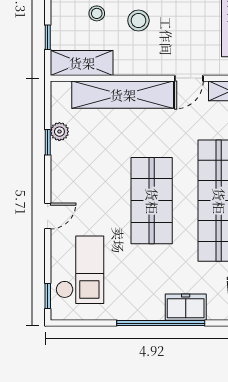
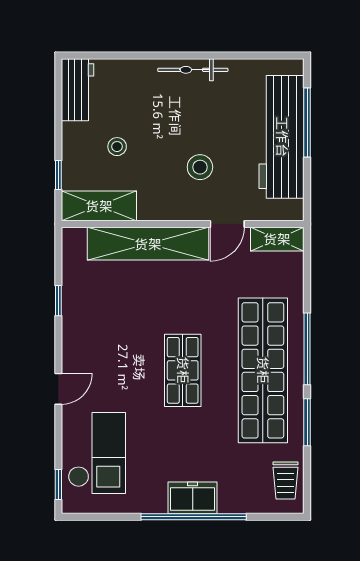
stool: (138, 20) -> (200, 167), moved
plant: (59, 132) -> (73, 288), removed
shop shelf: (152, 201) -> (183, 370), width x0.70, depth x0.74
freezer: (186, 307) -> (193, 498), moved

